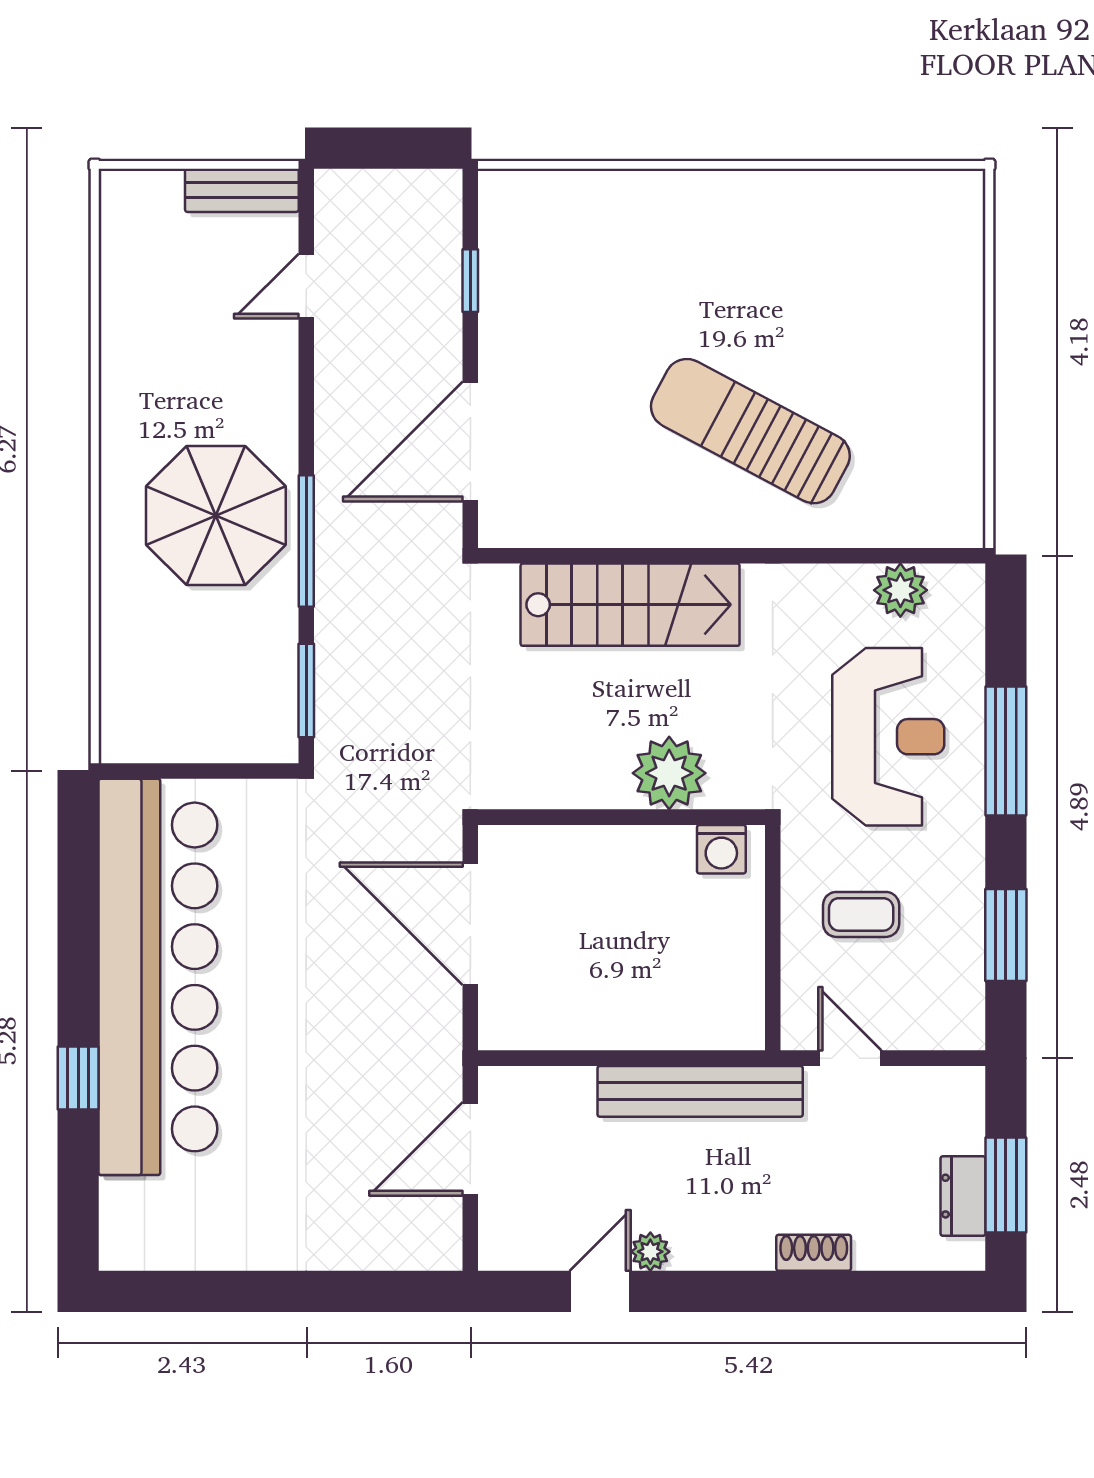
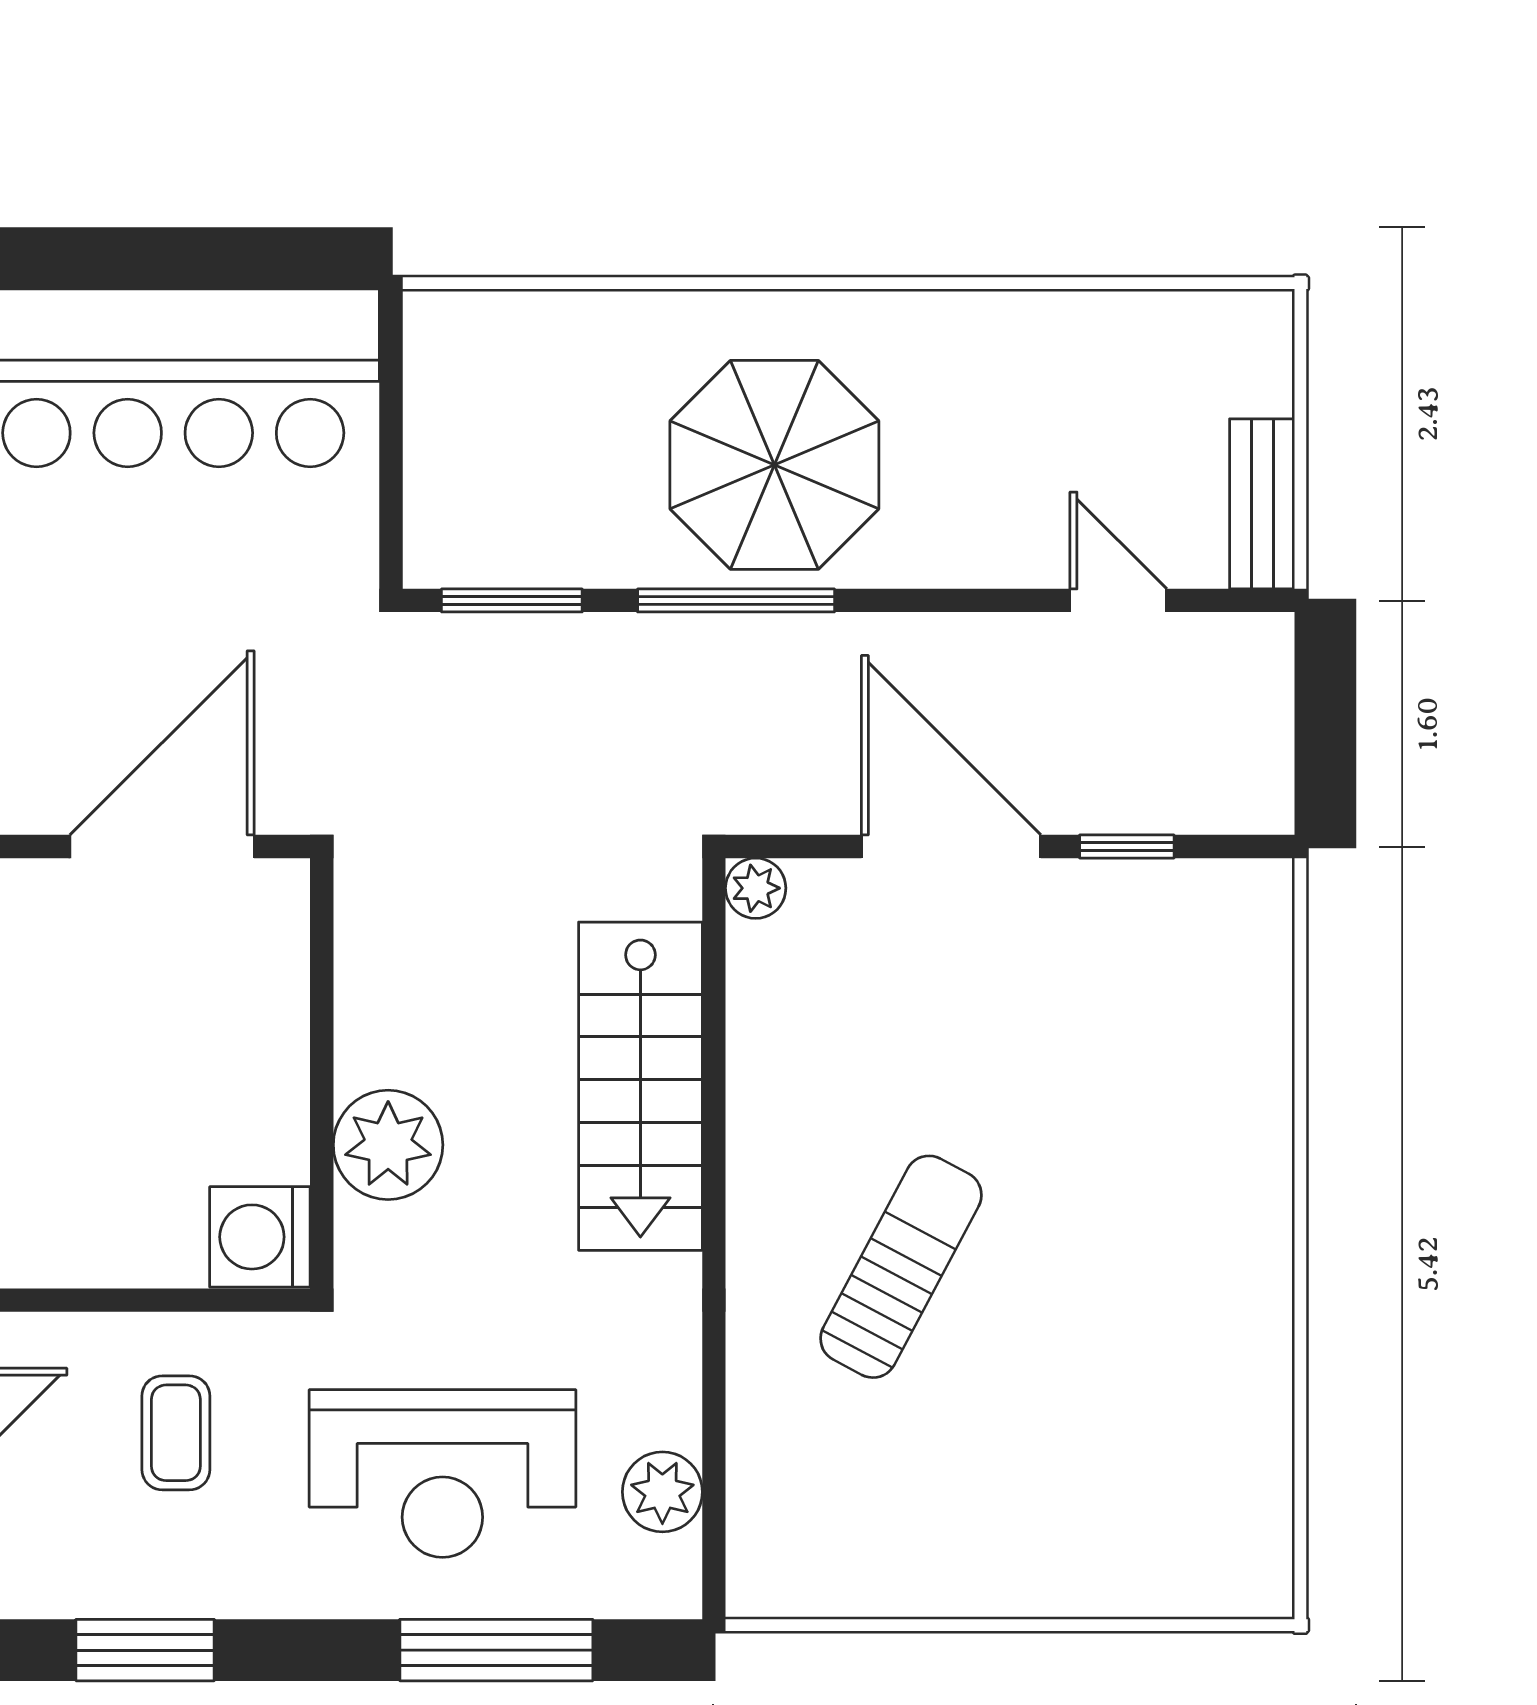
sun lounger: (750, 431) -> (901, 1267), width x0.73, depth x0.75
door: (470, 441) -> (951, 847), moved
plant: (498, 528) -> (756, 888), added
window: (1006, 751) -> (496, 1650), moved
washing machine: (721, 849) -> (260, 1237), width x1.38, depth x1.38

